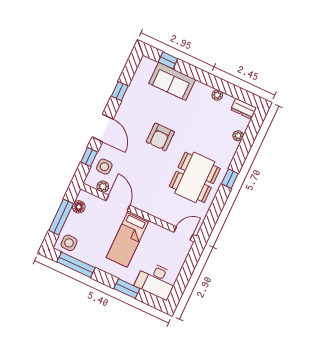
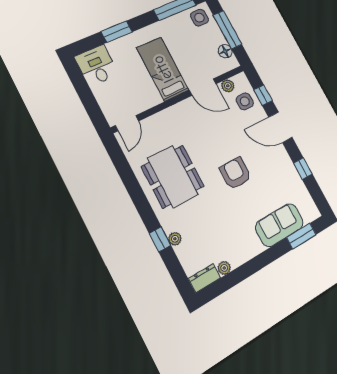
window: (168, 60) -> (301, 236), width x1.50
plant: (217, 95) -> (224, 268), moved
plant: (238, 136) -> (175, 239), moved
window: (230, 179) -> (160, 239), moved
desk: (156, 280) -> (97, 65), width x0.73

